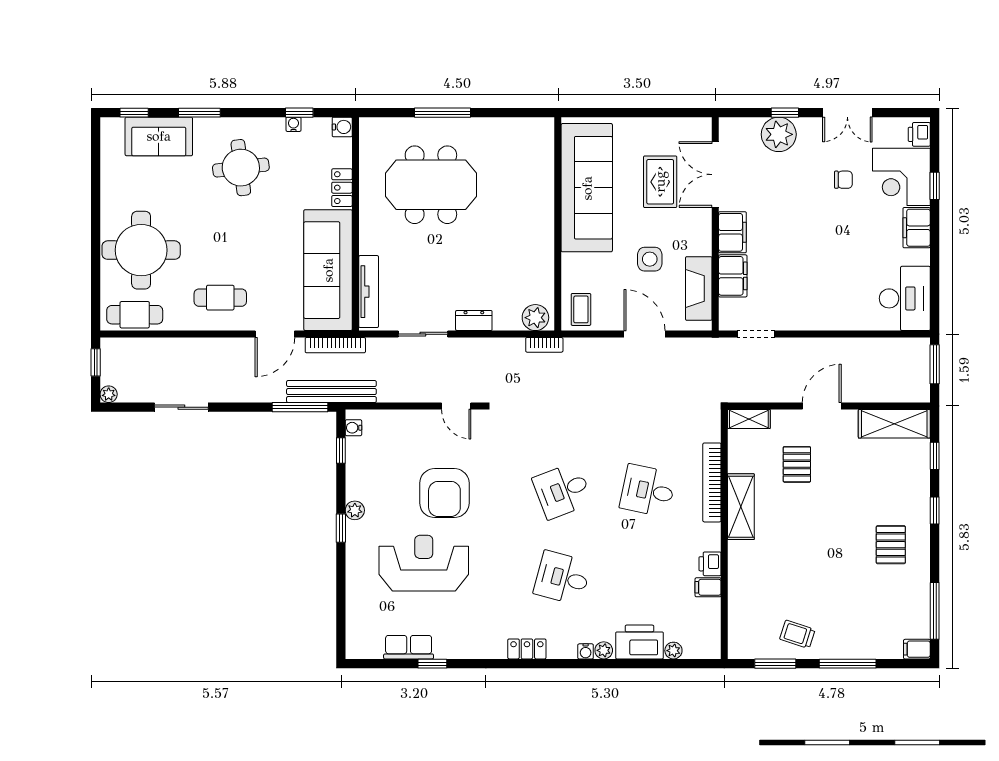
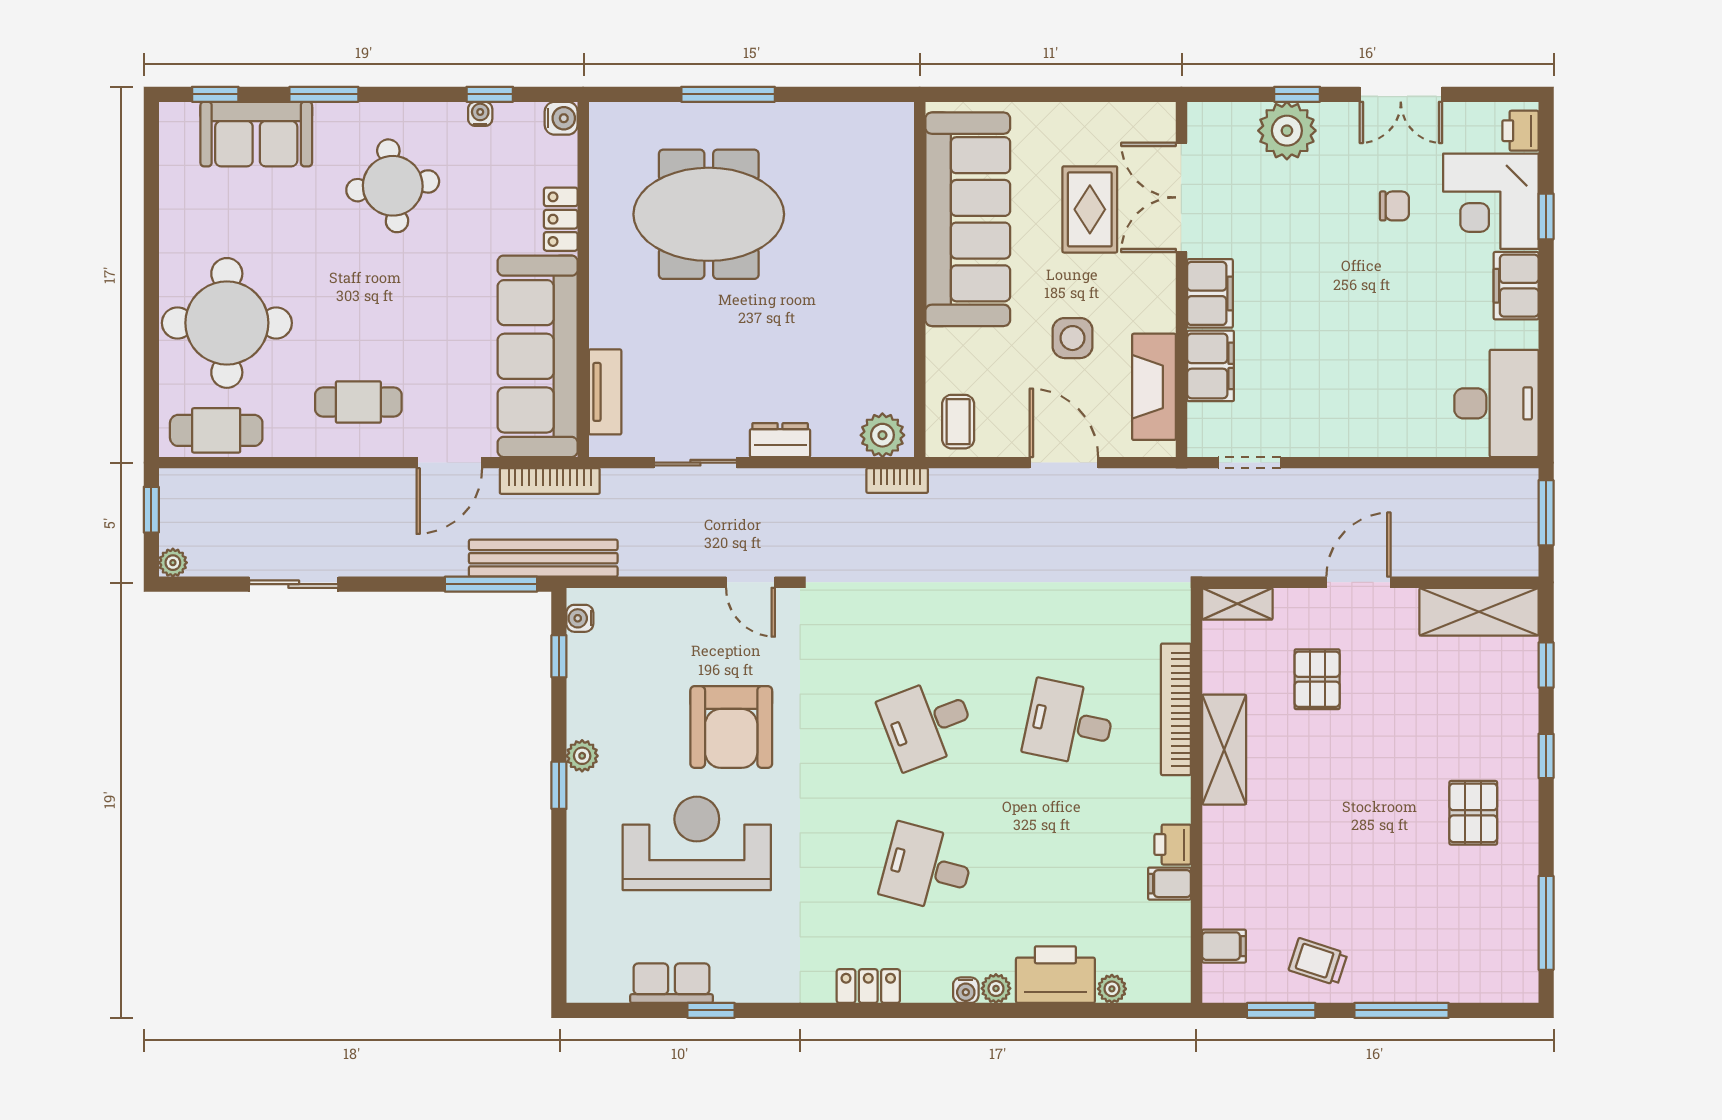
tv unit: (369, 292) -> (605, 392), width x0.71
filing cabinet: (917, 649) -> (1224, 946), moved, turned 180

